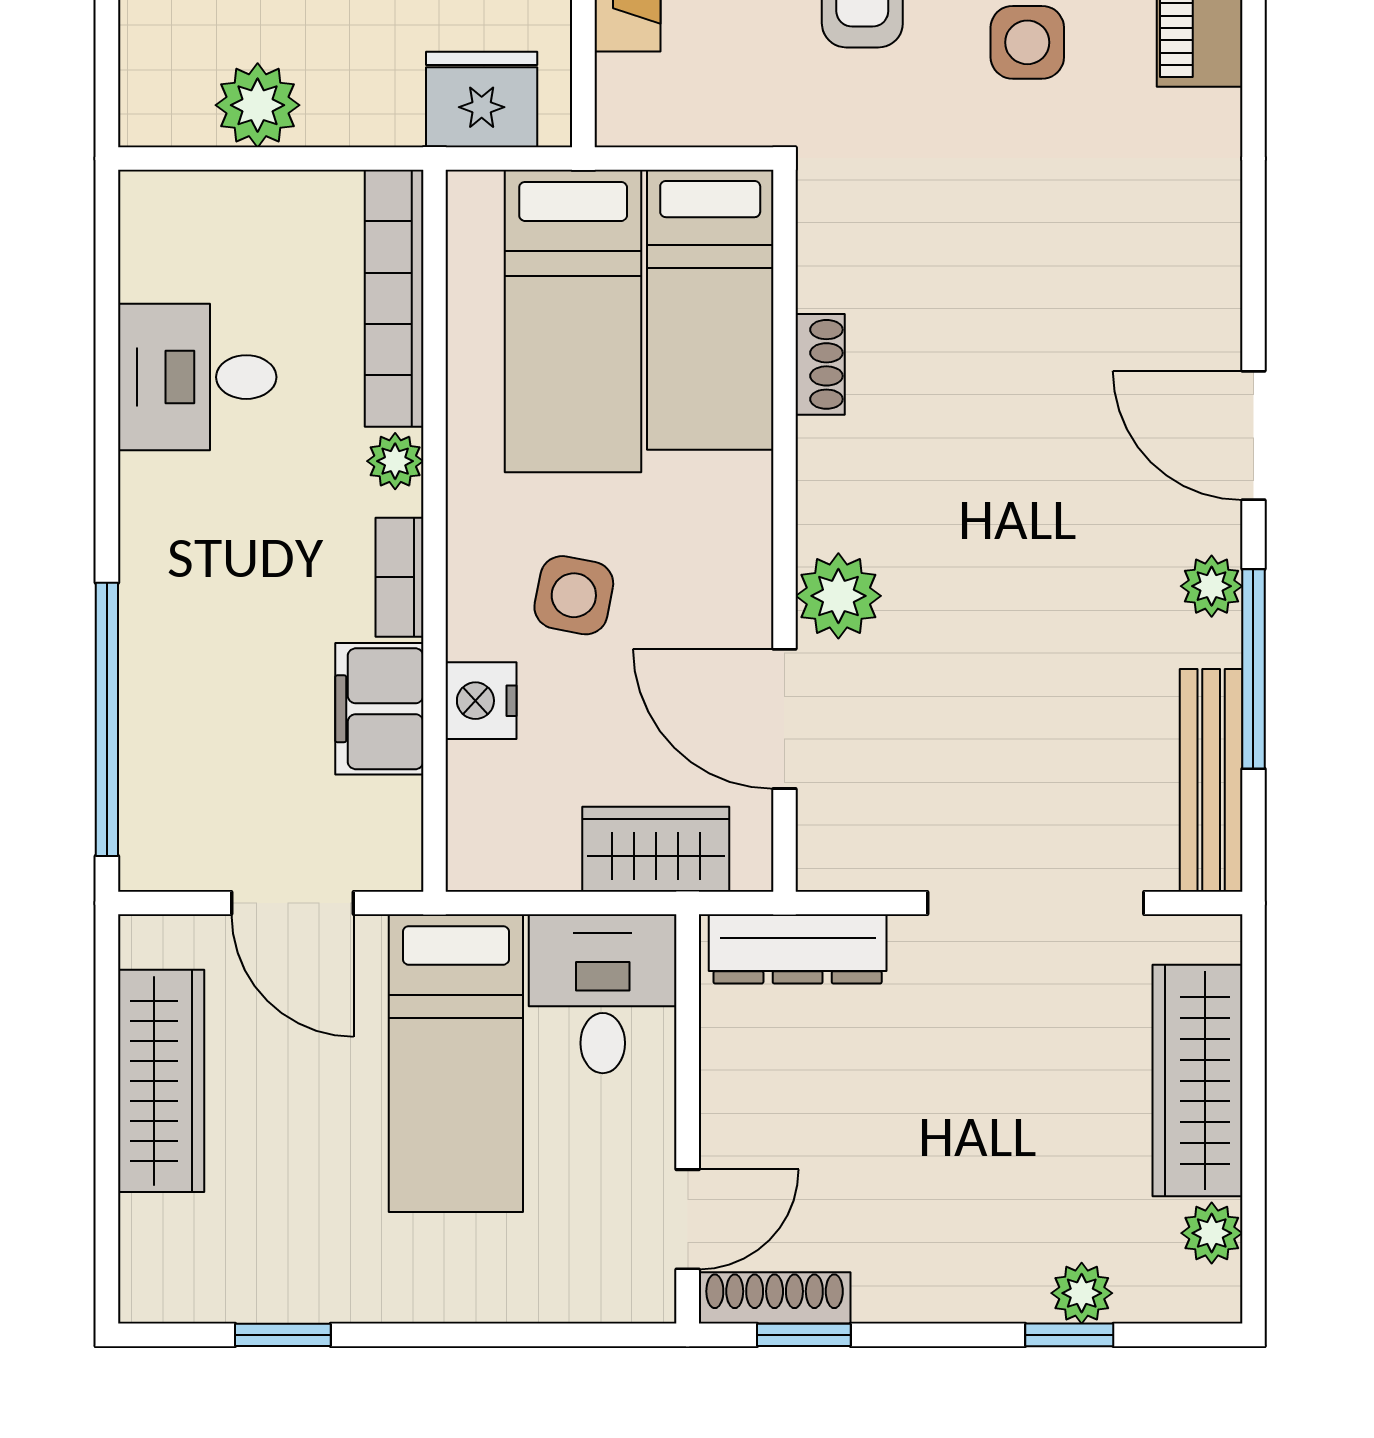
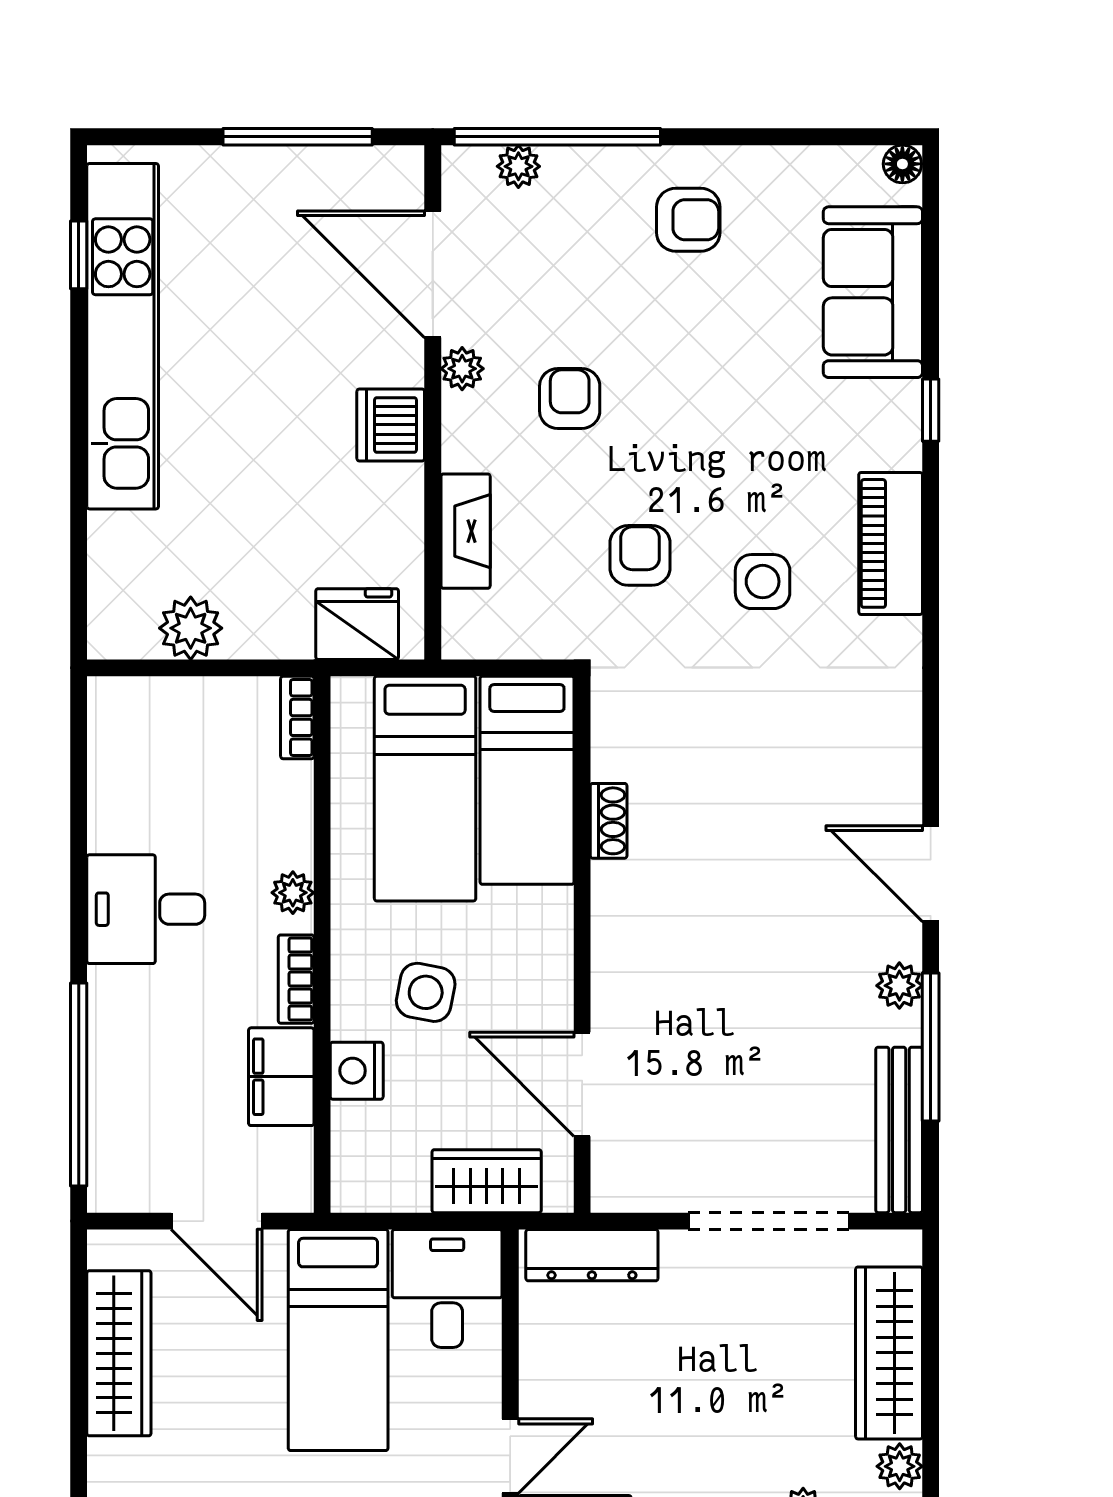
bookcase: (394, 298) -> (297, 717), width x0.43, depth x0.76
desk: (197, 377) -> (146, 909), moved
plant: (838, 596) -> (622, 993), removed

